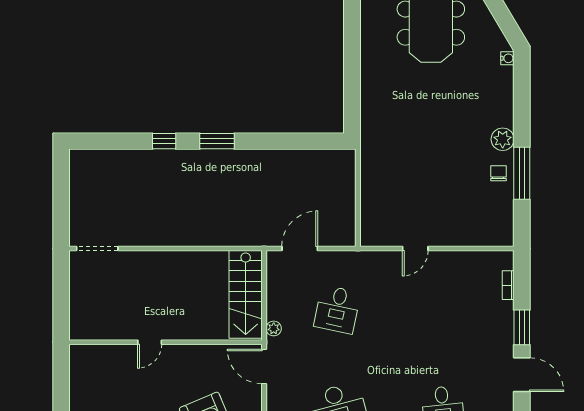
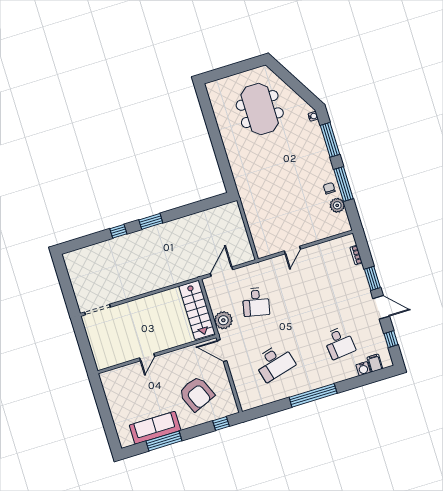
window: (522, 101) -> (330, 140), added
plant: (503, 139) -> (337, 205), moved
plant: (274, 328) -> (223, 320), width x1.87, depth x1.87

